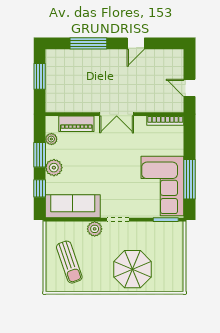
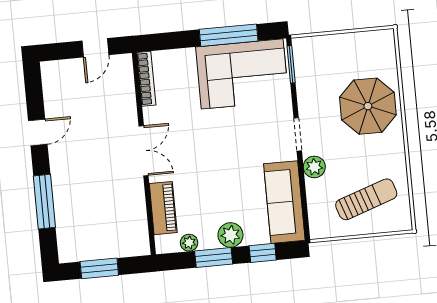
door: (136, 43) -> (38, 132), hinge flipped

